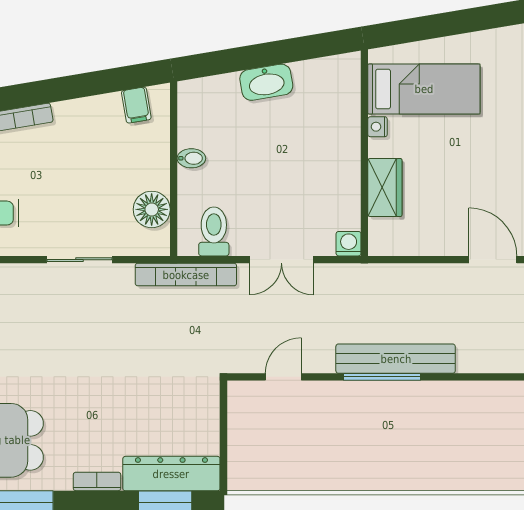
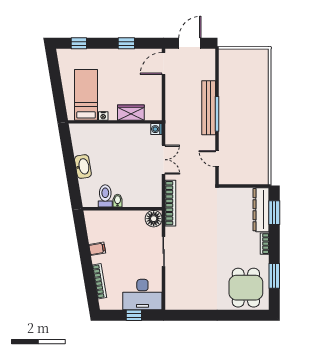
filing cabinet: (136, 105) -> (97, 249), moved
floor lamp: (152, 209) -> (154, 219), moved
toilet: (214, 231) -> (105, 196), moved, turned 90

